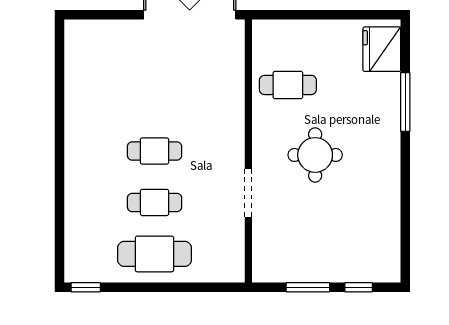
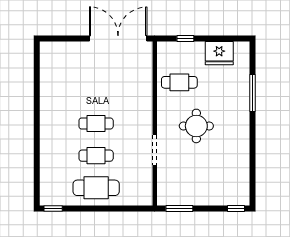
window: (297, 15) -> (185, 38), added
fridge: (382, 49) -> (219, 53), moved, turned -90
window: (308, 287) -> (179, 209), moved
window: (359, 287) -> (236, 209), moved

